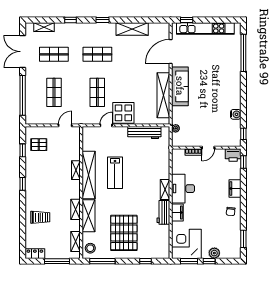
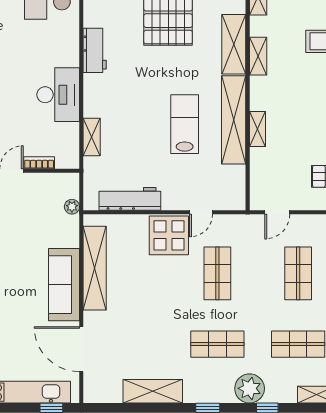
plant: (80, 30) -> (250, 388), added
door: (171, 52) -> (81, 349), swing flipped
shelving: (165, 190) -> (92, 137), moved
filing cabinet: (177, 212) -> (69, 50), removed

